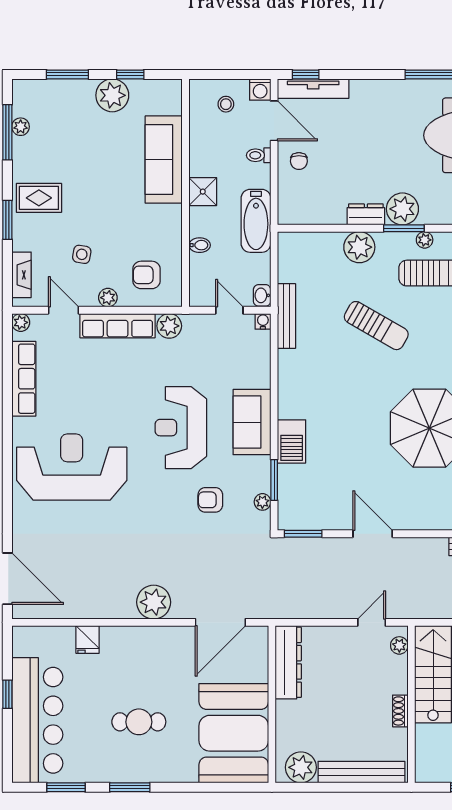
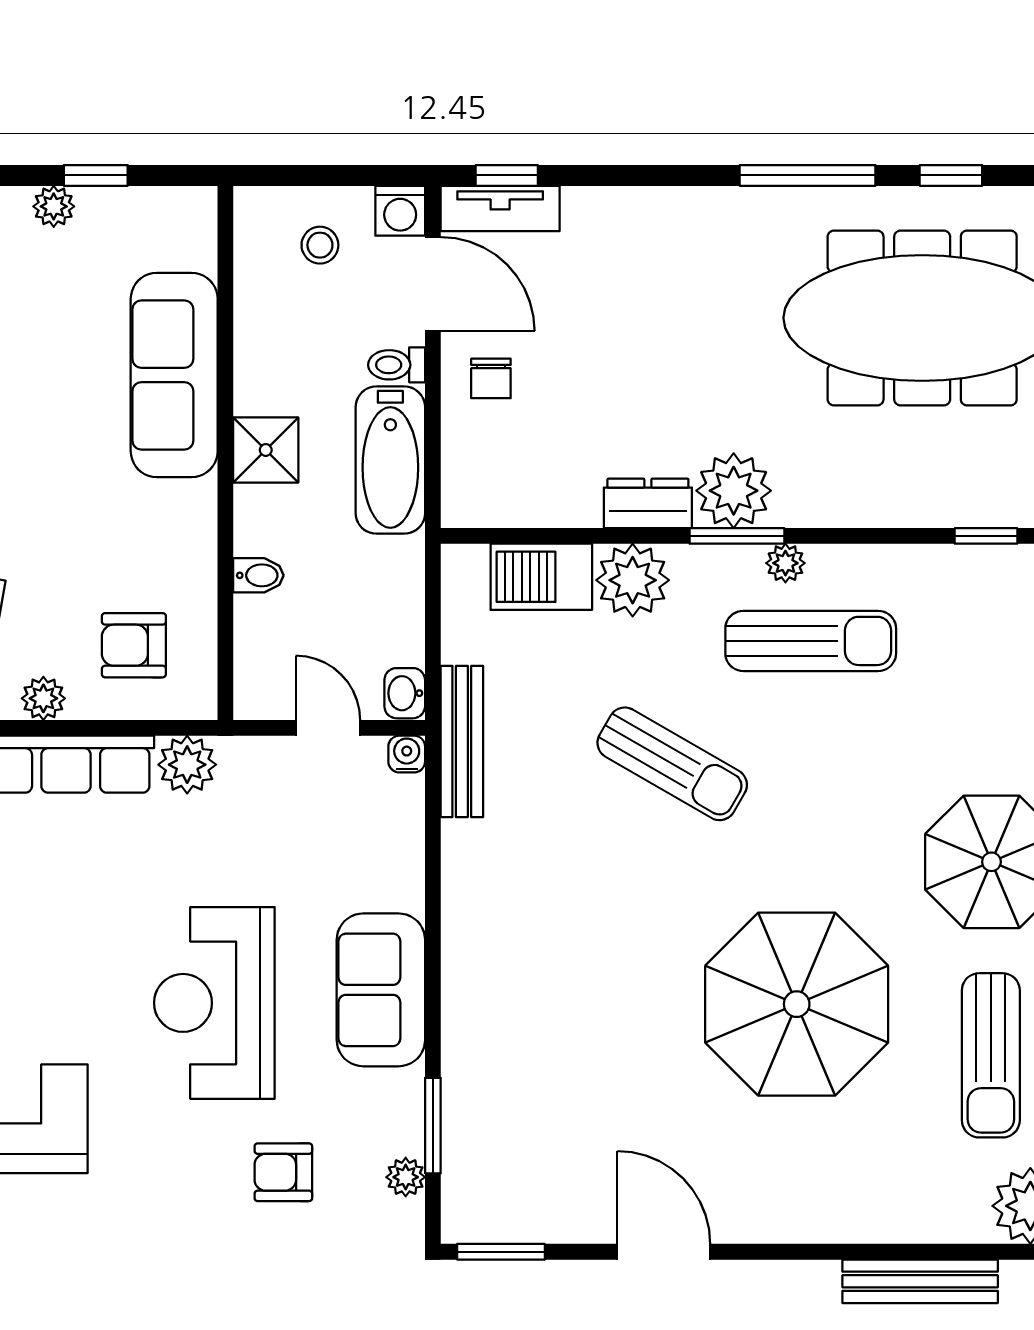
tv unit: (313, 89) -> (500, 209), width x0.71
plant: (112, 95) -> (54, 206), width x0.53, depth x0.53
bathtub: (256, 221) -> (390, 460), moved
barbecue: (292, 441) -> (541, 577), moved, turned 90

